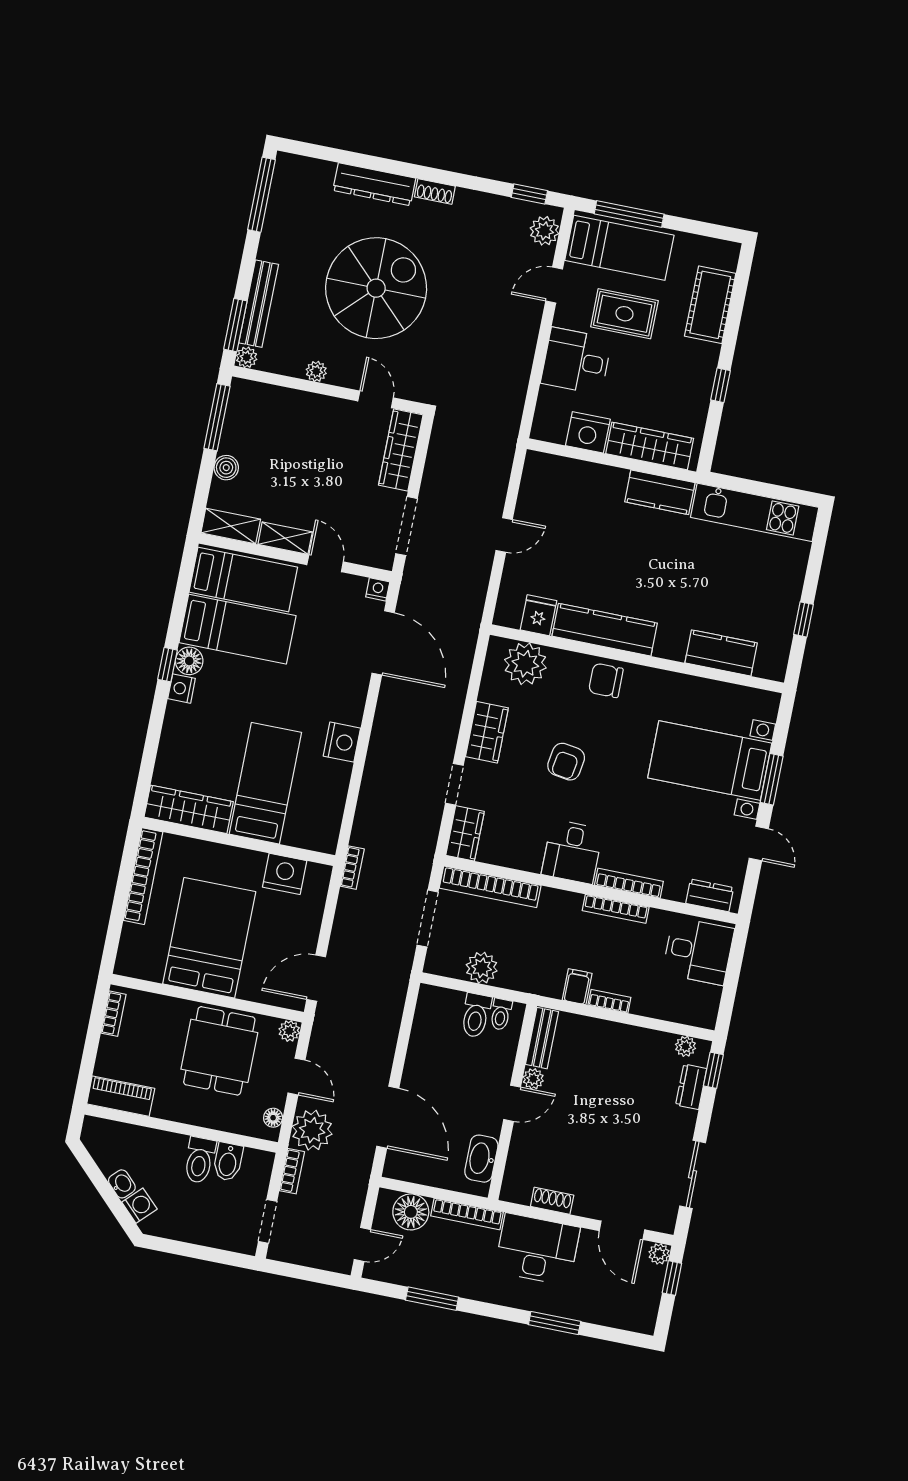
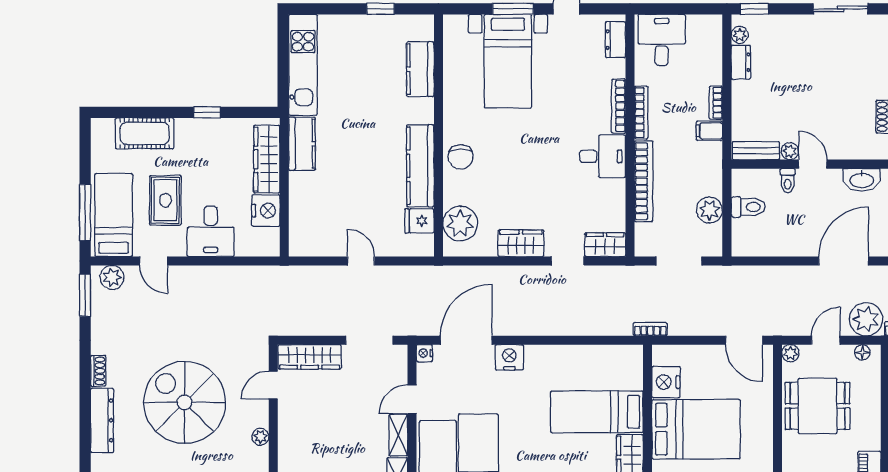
window: (529, 194) -> (85, 295), width x1.50
nightstand: (342, 742) -> (509, 357), moved
armchair: (566, 762) -> (532, 175), removed
bookcase: (490, 887) -> (644, 181), moved
bed: (209, 938) -> (696, 429), moved, turned 180
toilet: (501, 1014) -> (788, 181), moved, turned 90
dresser: (691, 1087) -> (741, 62), moved, turned -90

